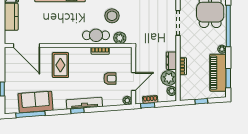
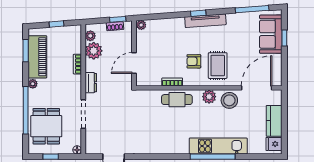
stool: (112, 16) -> (229, 100), moved
plant: (120, 38) -> (209, 97), moved
door: (27, 46) -> (257, 88), hinge flipped
dresser: (171, 61) -> (91, 83), moved
armchair: (110, 79) -> (194, 61), moved
door: (134, 81) -> (134, 63), moved
sofa: (35, 102) -> (271, 34), moved, turned 94
tv unit: (84, 103) -> (205, 21), moved

